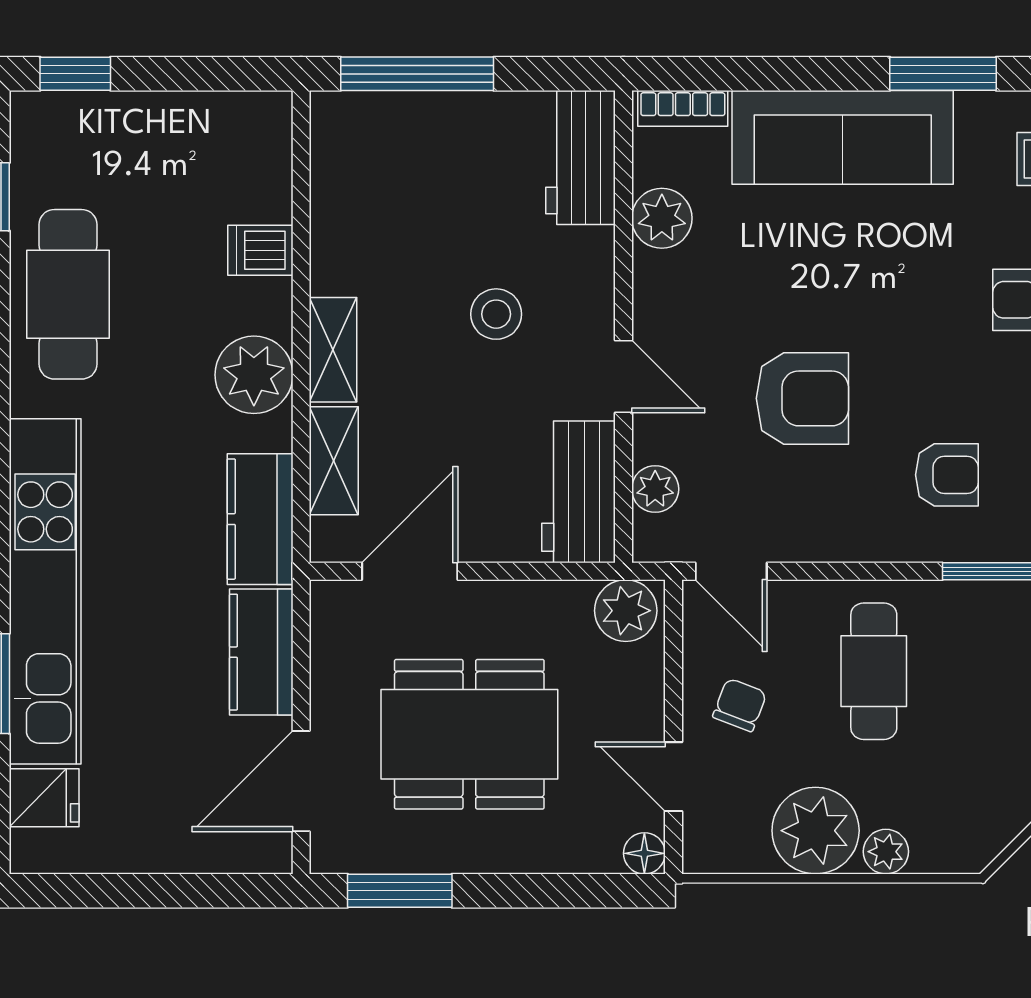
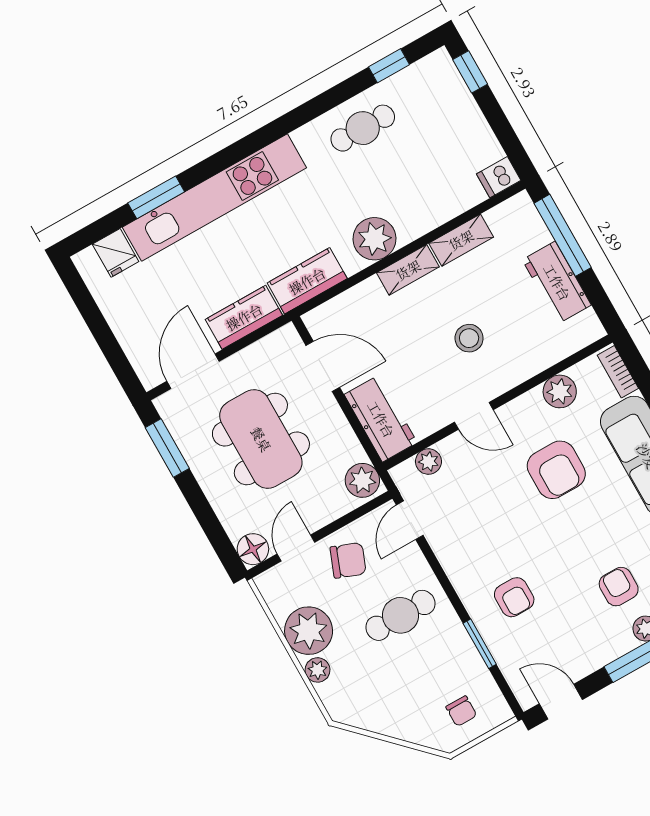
workbench: (580, 158) -> (557, 282), moved, turned -90
dishwasher: (260, 250) -> (499, 177), moved, turned -90
cafe table: (68, 294) -> (363, 128), width x0.73, depth x0.74
door: (623, 376) -> (474, 416), hinge flipped
armchair: (802, 398) -> (556, 470), moved
shelving: (334, 461) -> (461, 240), moved
workbench: (578, 492) -> (381, 419), moved, turned 90
chair: (740, 705) -> (348, 560), width x1.37, depth x1.37
door: (301, 781) -> (193, 371), hinge flipped
floor lamp: (644, 853) -> (253, 549), width x1.37, depth x1.37

